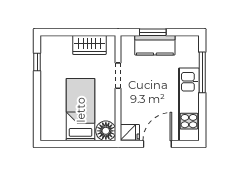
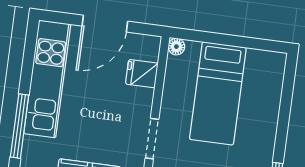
floor lamp: (106, 131) -> (176, 47), width x0.53, depth x0.53
fridge: (130, 132) -> (142, 74), moved

